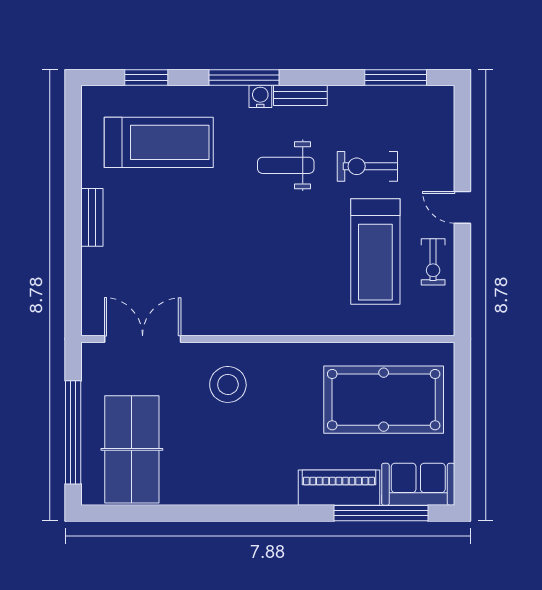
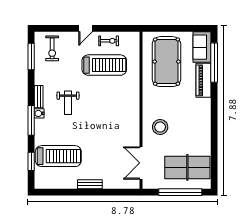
treadmill: (159, 142) -> (58, 156), turned 90
exercise bike: (367, 166) -> (52, 48), moved

